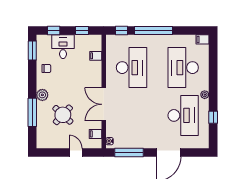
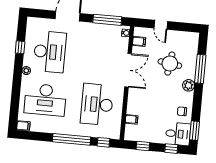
desk: (63, 47) -> (178, 134), moved, turned -90
desk: (183, 68) -> (45, 100), turned 90
round table: (63, 115) -> (170, 64), turned -35
desk: (183, 115) -> (50, 52), turned 180

